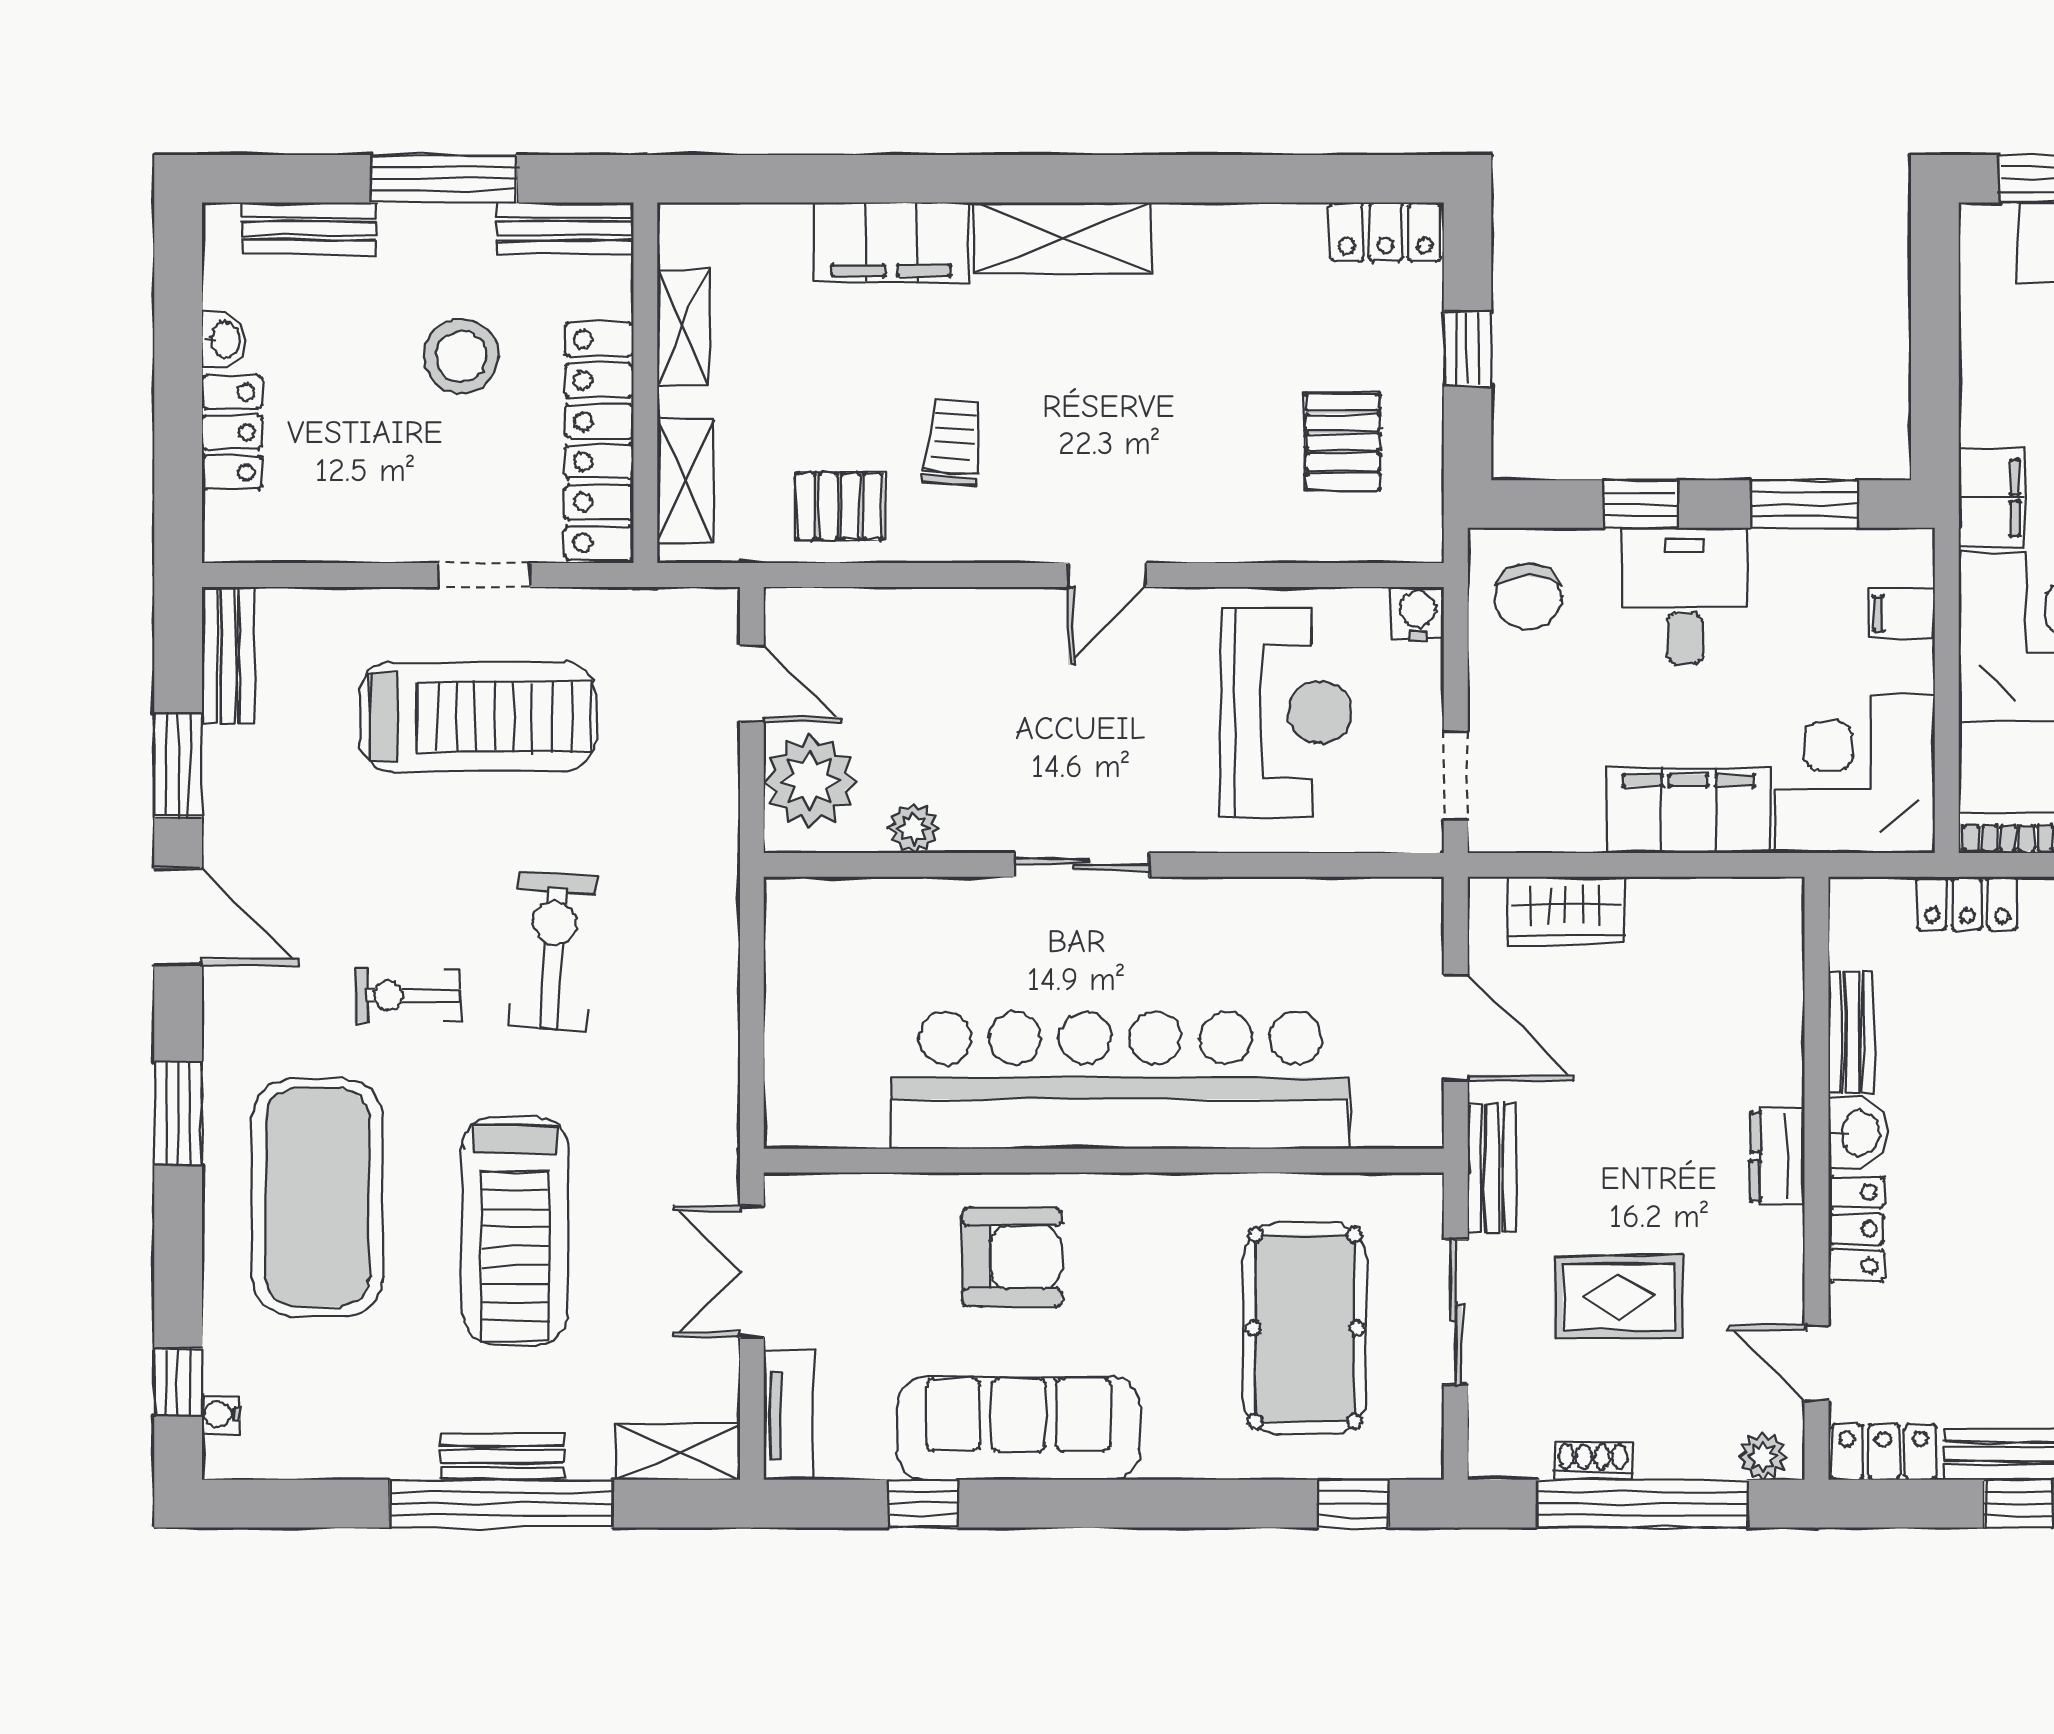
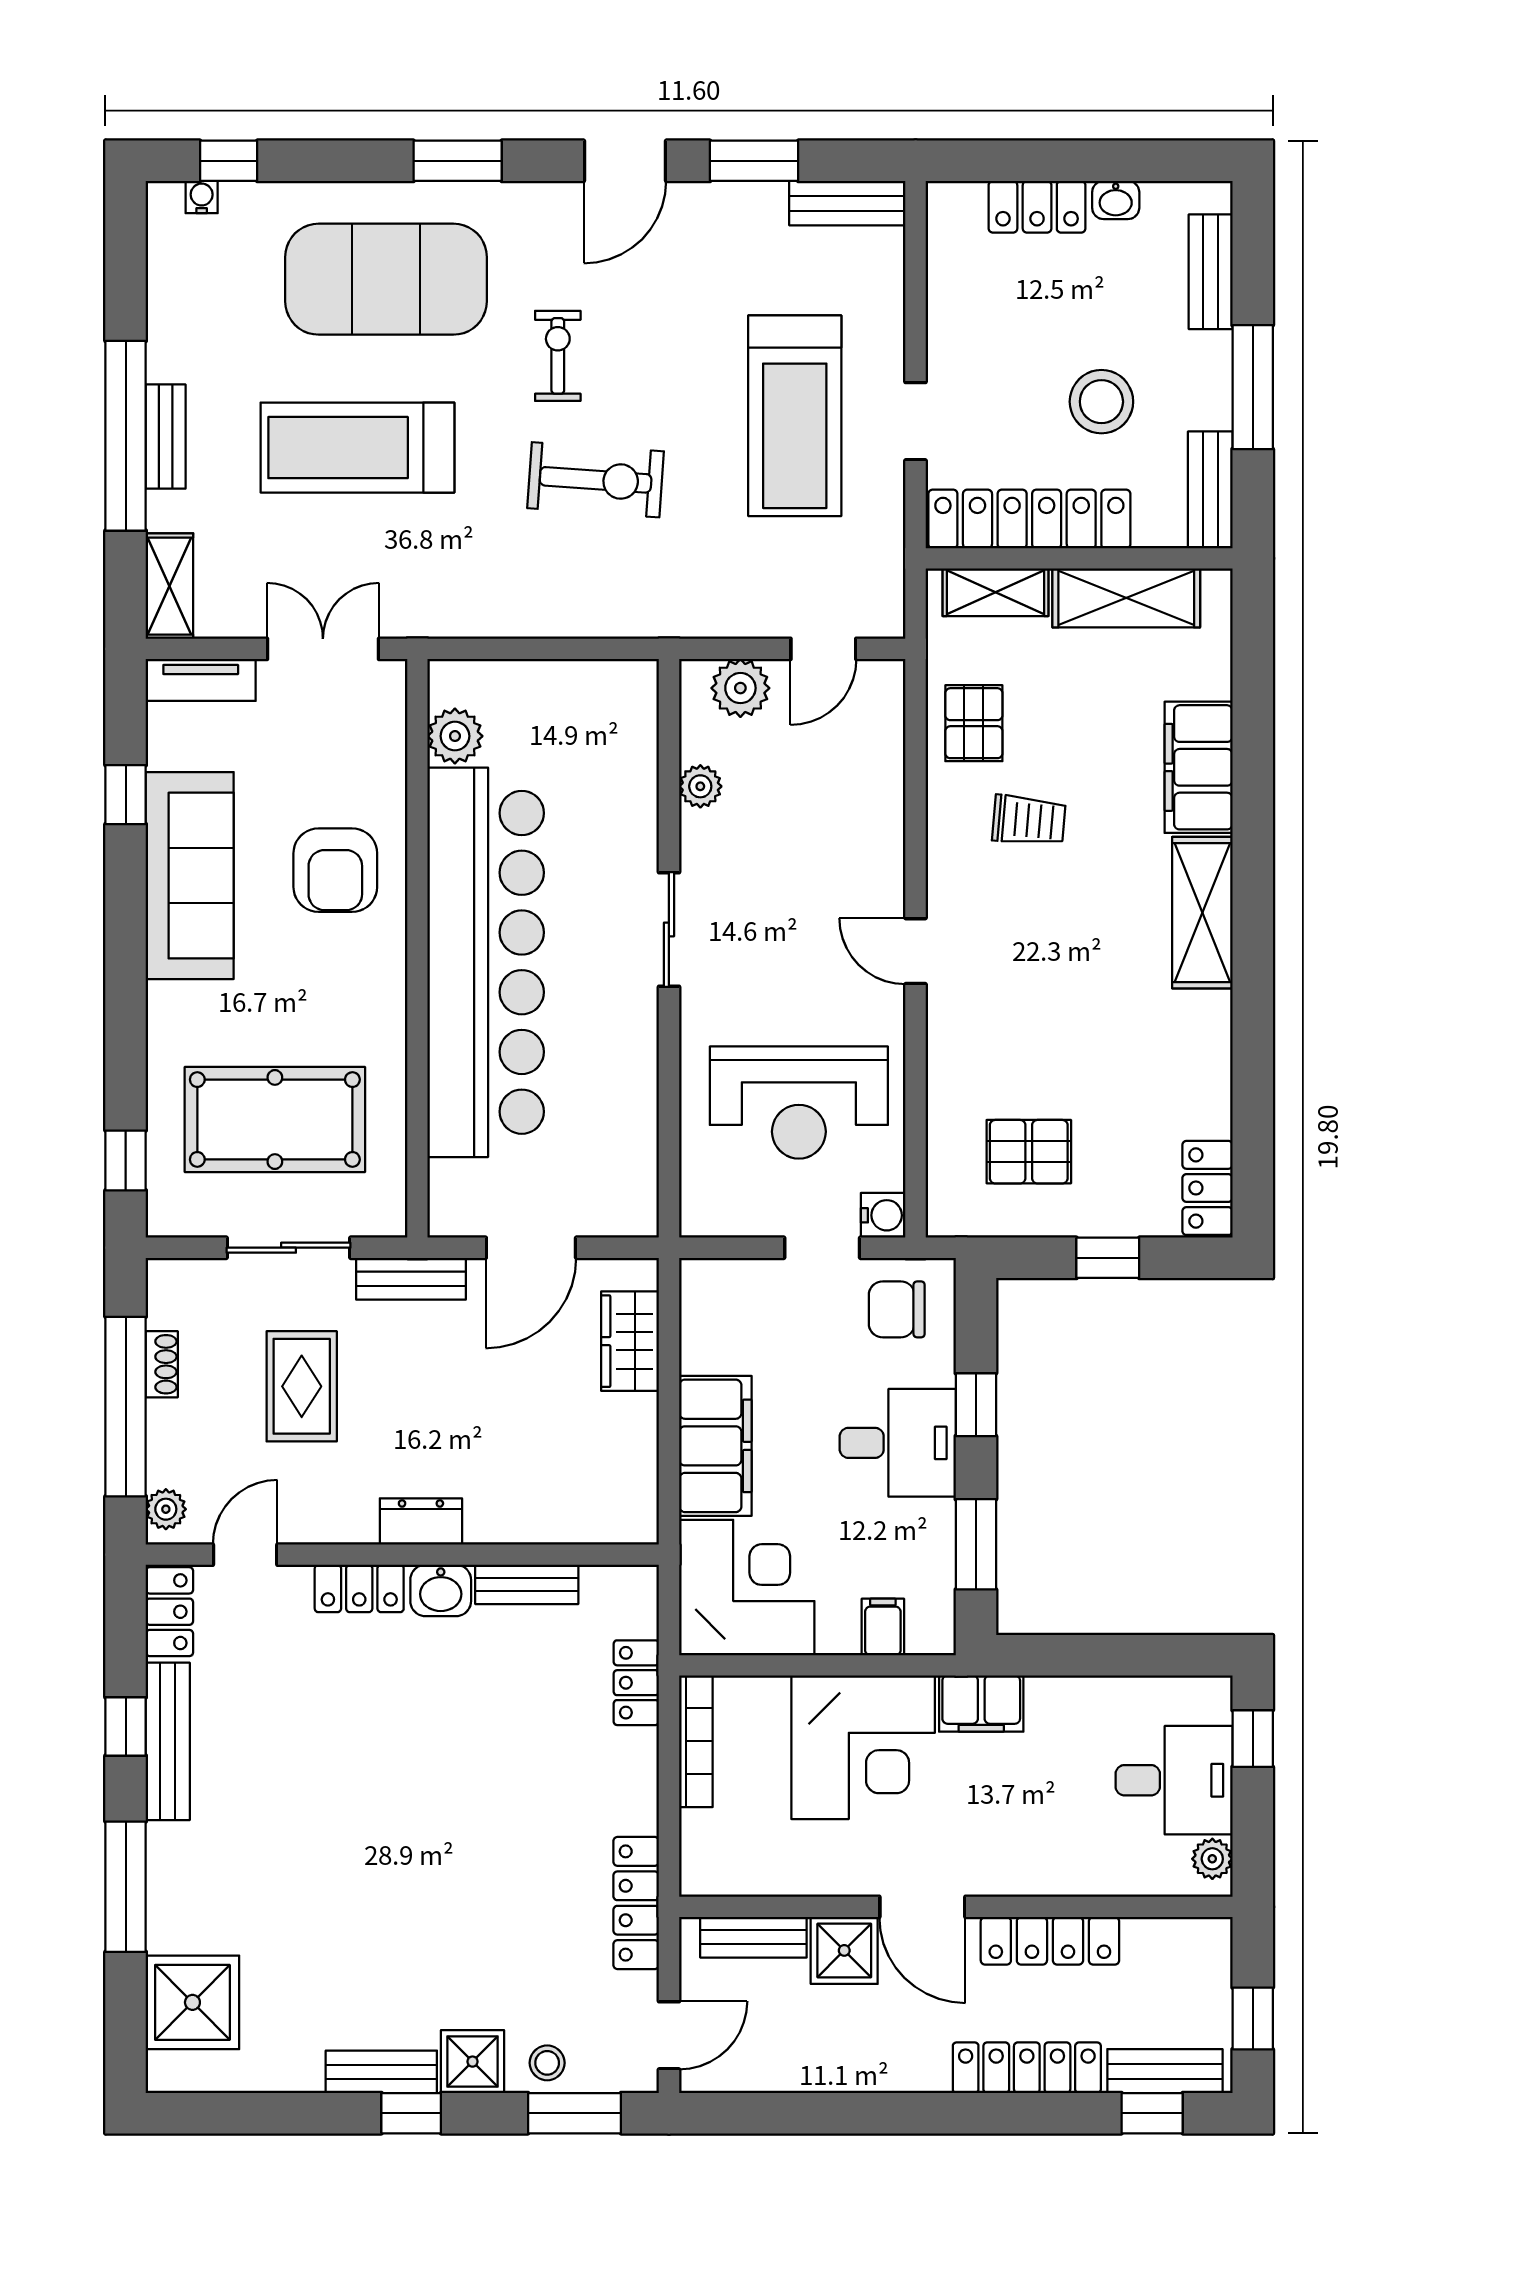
shelving: (683, 327) -> (1126, 598), width x1.50, depth x1.33
doorway: (1456, 776) -> (822, 1248), moved
plant: (810, 781) -> (740, 688), width x0.73, depth x0.73
plant: (854, 1116) -> (455, 736), added

